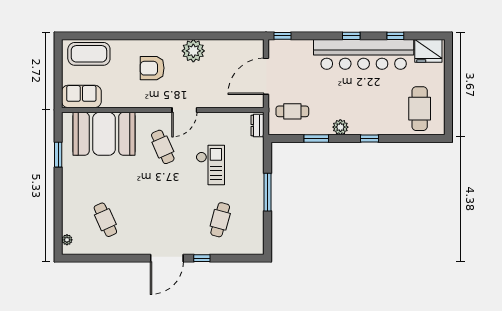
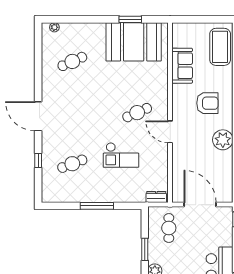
armchair: (152, 68) -> (207, 103), turned 90
sofa: (81, 96) -> (182, 66), moved
booth: (104, 134) -> (134, 42), moved, turned 90
cafe table: (220, 220) -> (72, 164), turned -36
window: (202, 258) -> (38, 161), moved

